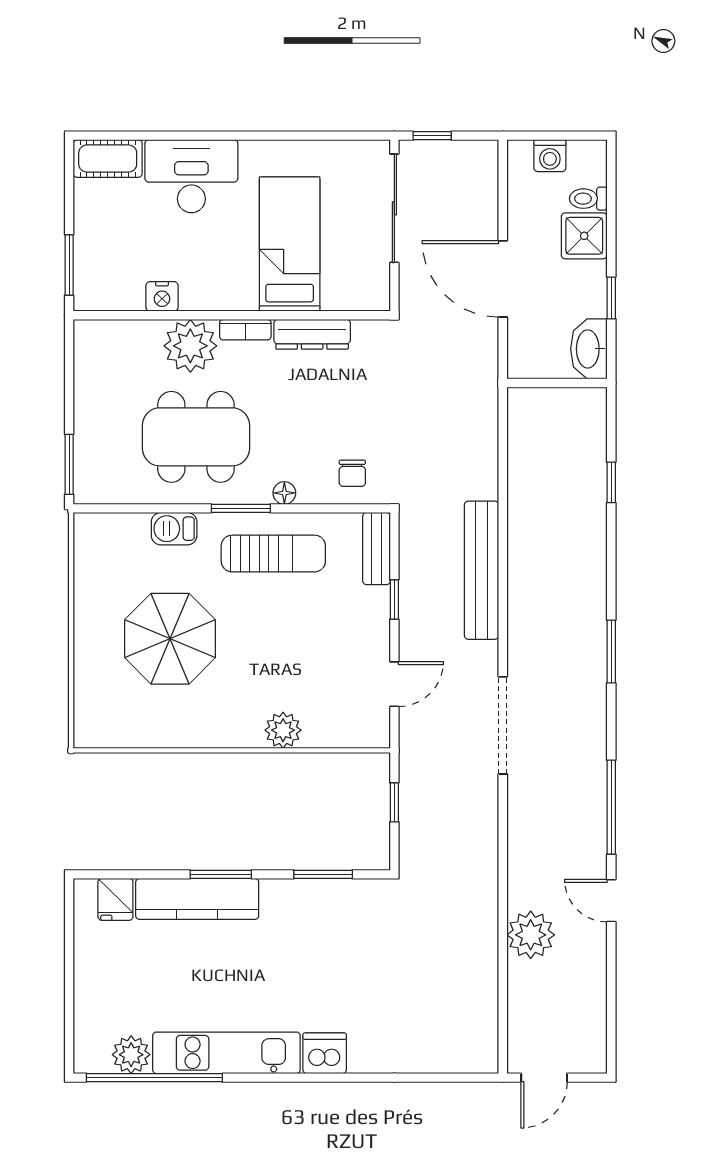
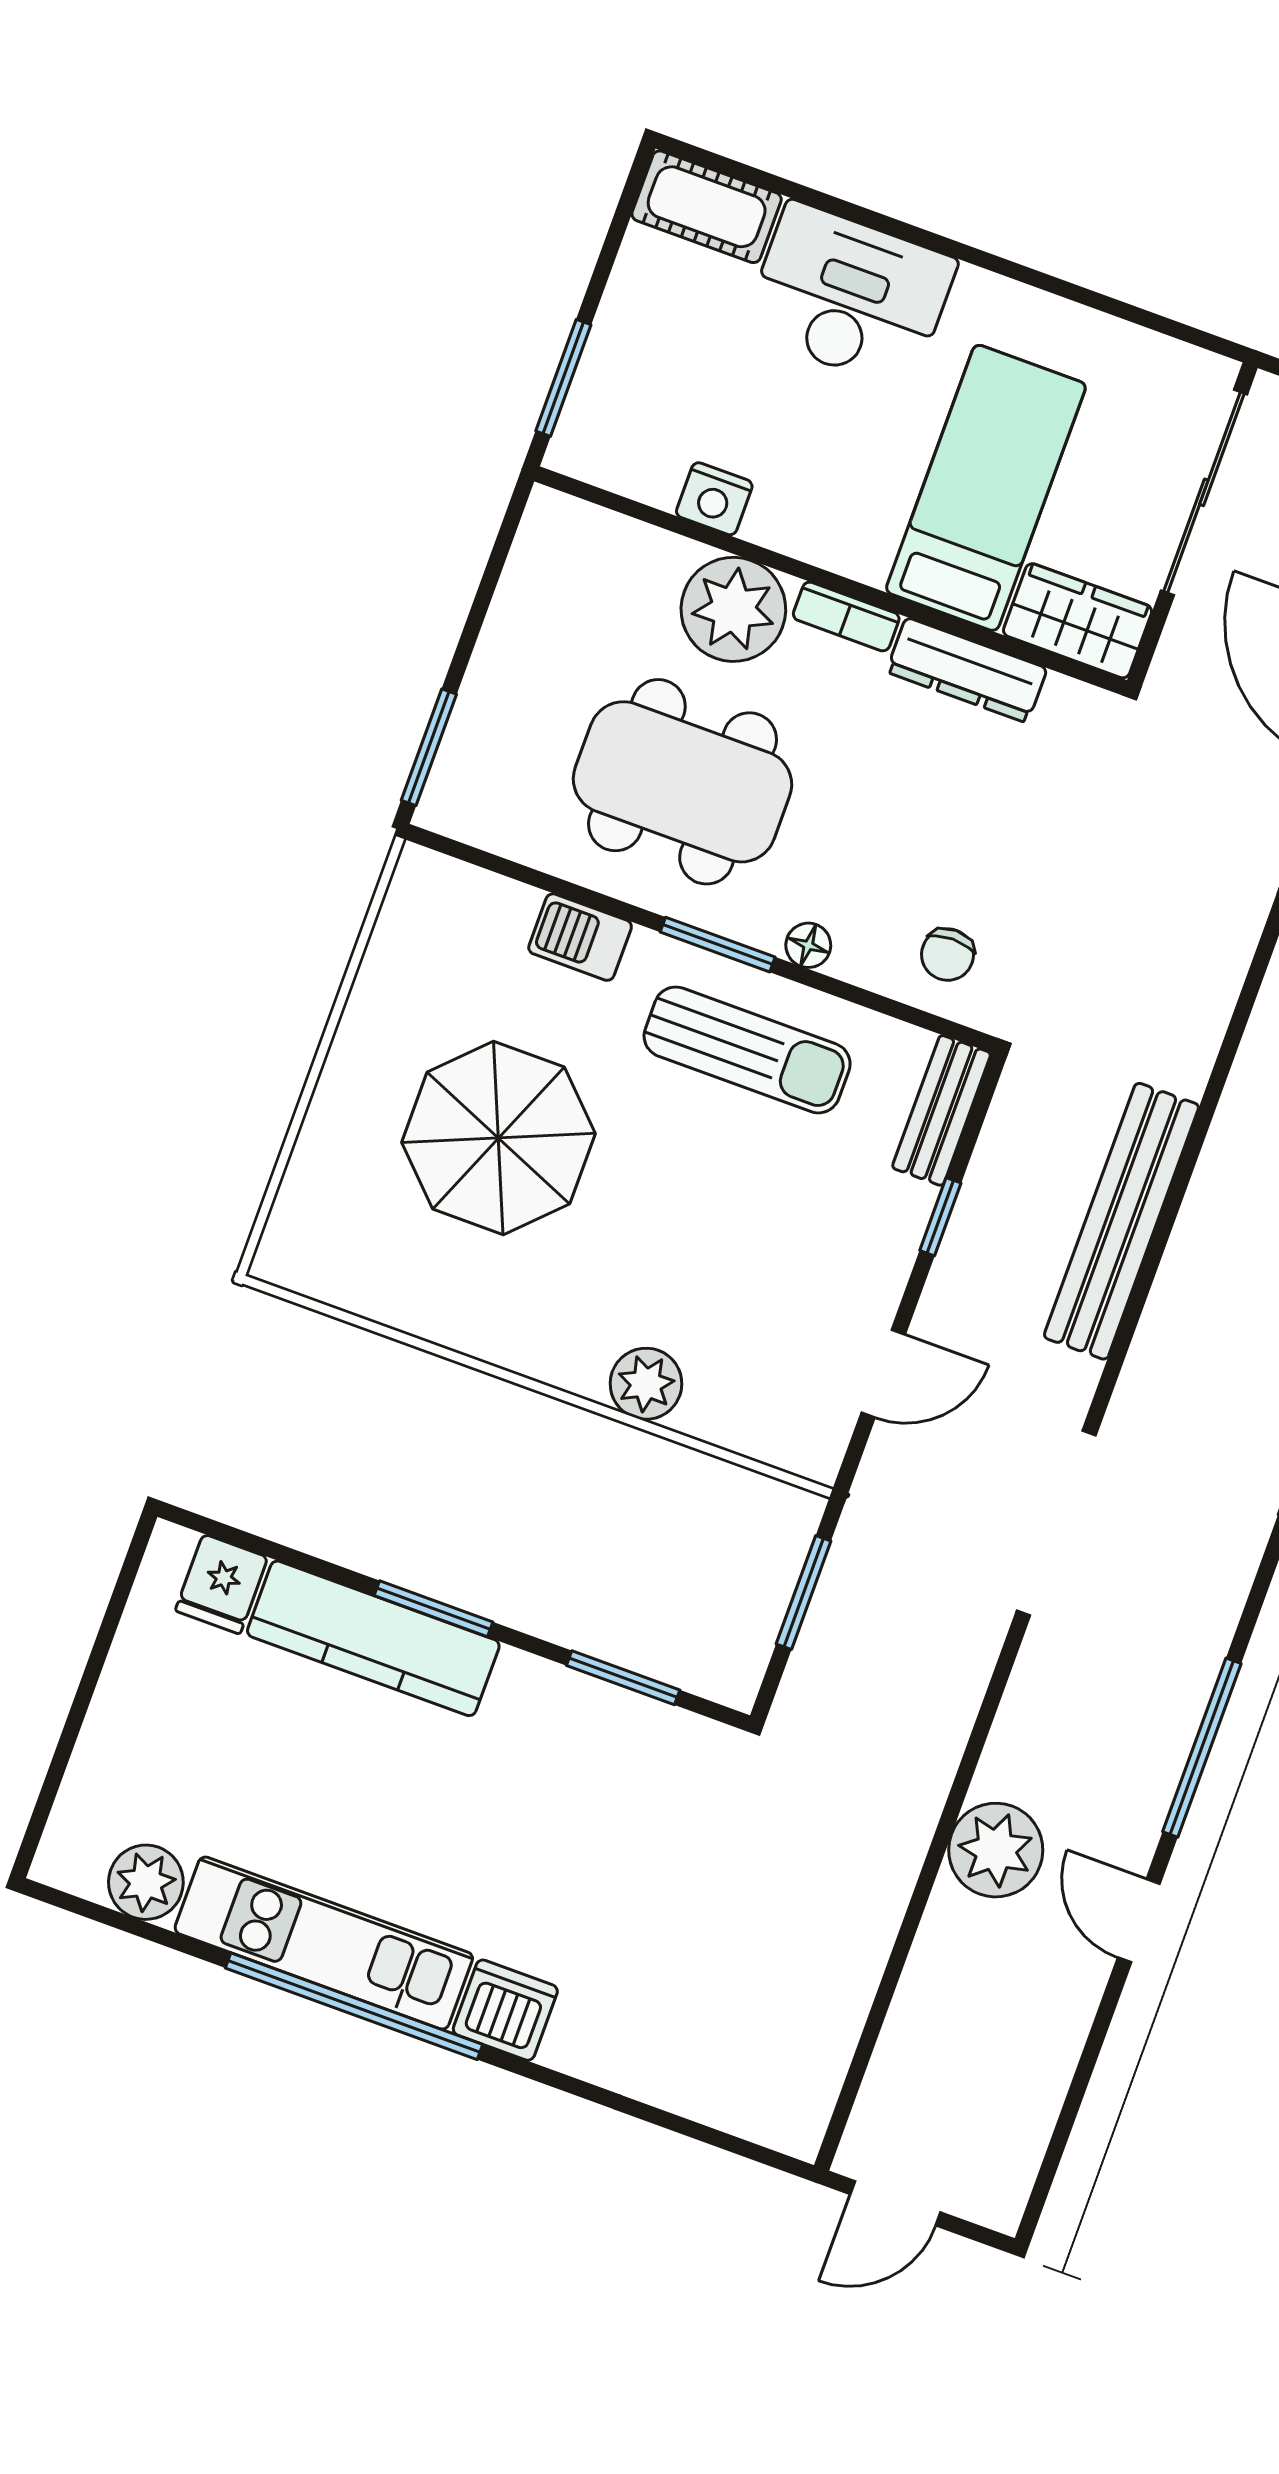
wardrobe: (356, 292) -> (1078, 621), added
window: (394, 802) -> (804, 1592), width x1.50
plant: (531, 935) -> (996, 1850), moved
window: (154, 1078) -> (354, 2006), moved

